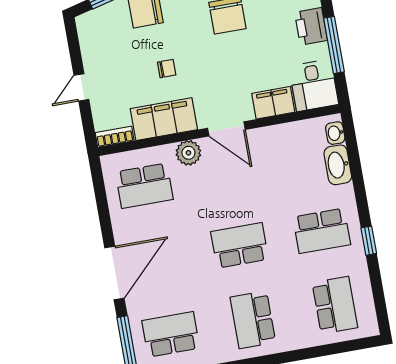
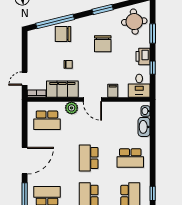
window: (334, 45) -> (153, 68), width x0.46
door: (81, 87) -> (25, 79), moved
filing cabinet: (273, 103) -> (113, 91), width x0.50
window: (369, 241) -> (153, 193), moved
school desk: (240, 245) -> (89, 158), turned -90

